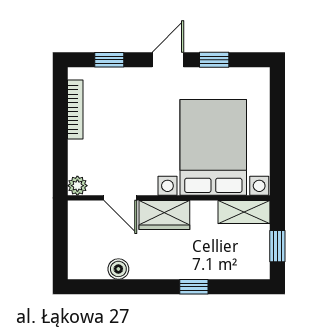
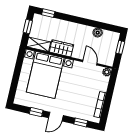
wardrobe: (164, 215) -> (61, 48), moved
window: (60, 248) -> (120, 47), added
window: (194, 287) -> (48, 13), moved

